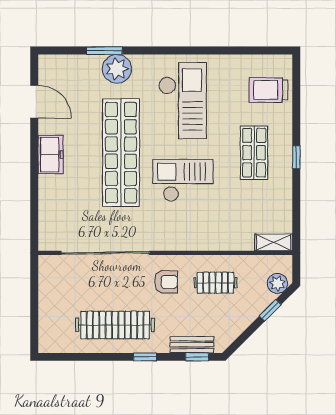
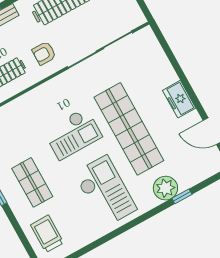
window: (104, 51) -> (182, 196), width x0.67
trolley: (268, 90) -> (47, 234), turned -90
checkout: (183, 101) -> (105, 191), turned 180

